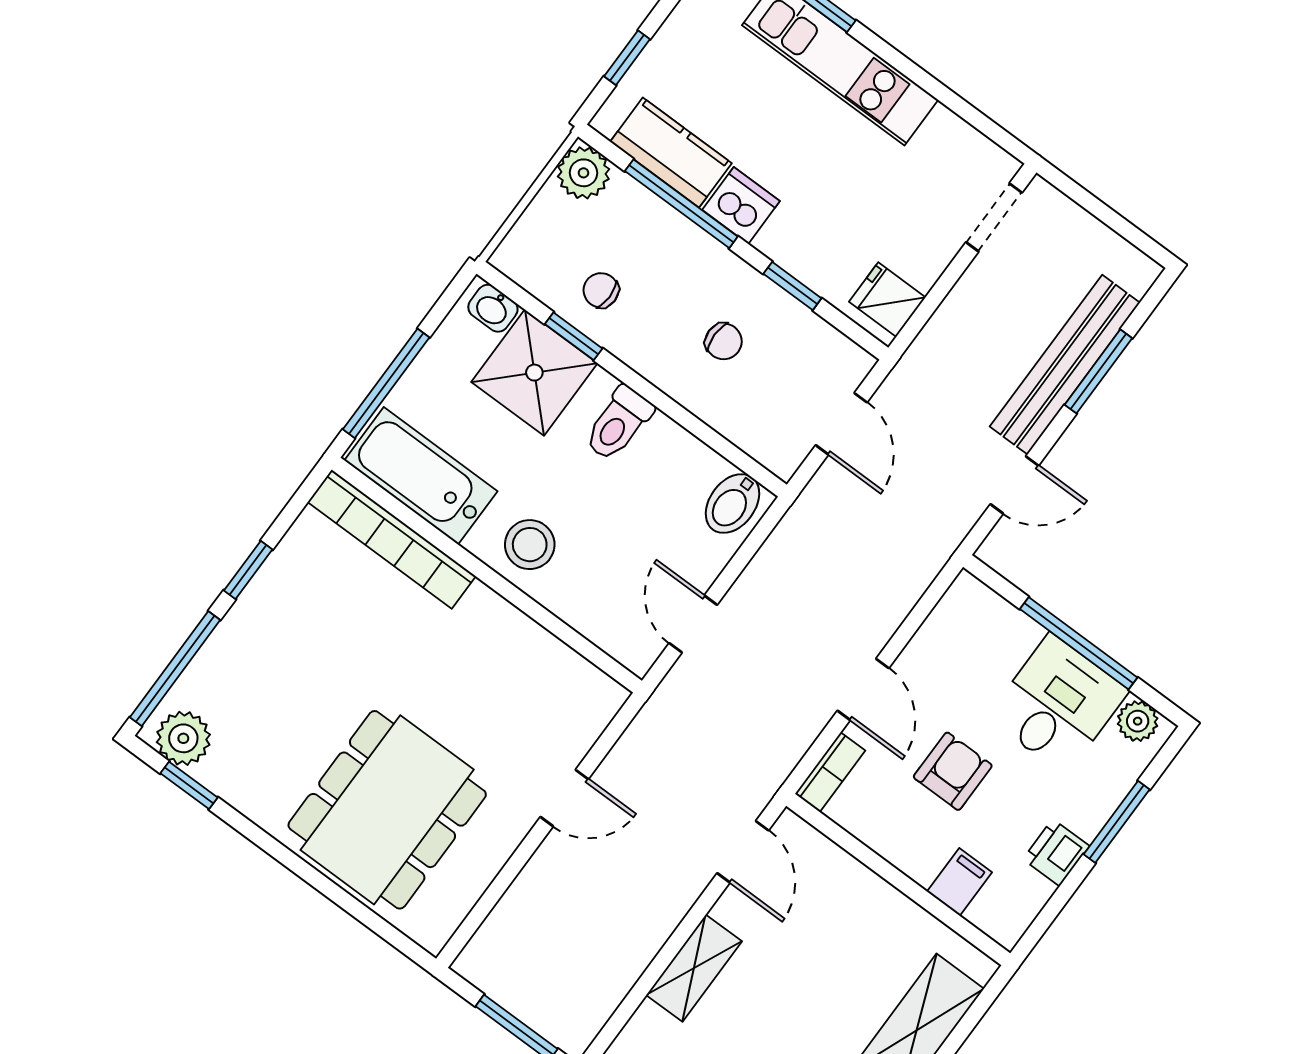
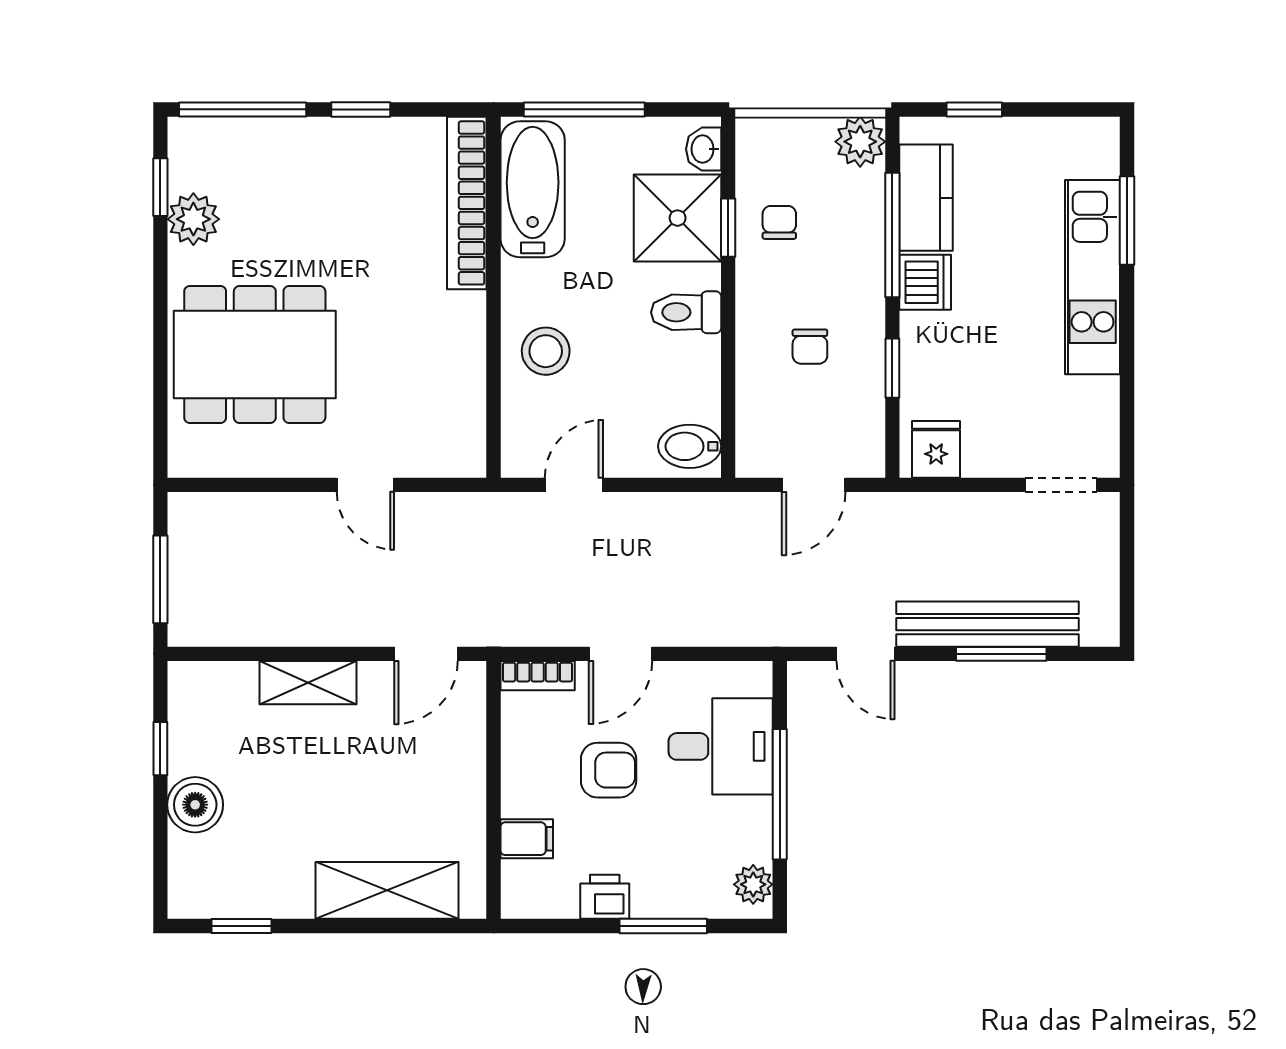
stool: (530, 545) -> (546, 351), moved
desk: (1058, 704) -> (721, 746), moved
plant: (183, 738) -> (193, 219), moved

